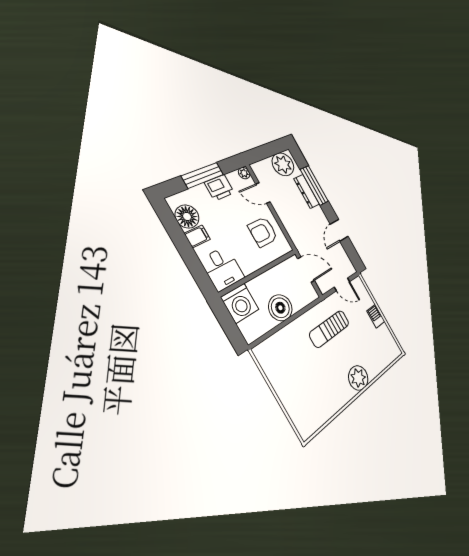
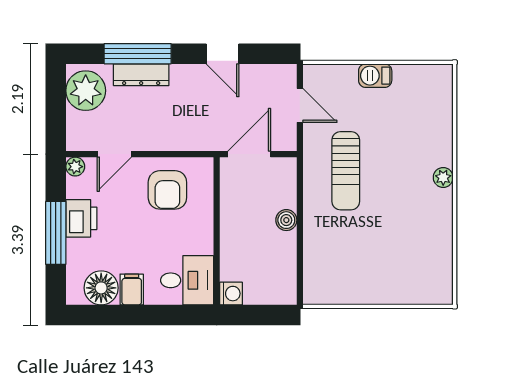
door: (342, 284) -> (300, 105), hinge flipped
washing machine: (240, 303) -> (231, 294), width x0.53, depth x0.53
boiler: (280, 308) -> (286, 220), width x0.54, depth x0.54
plant: (358, 378) -> (443, 177), width x0.53, depth x0.53

